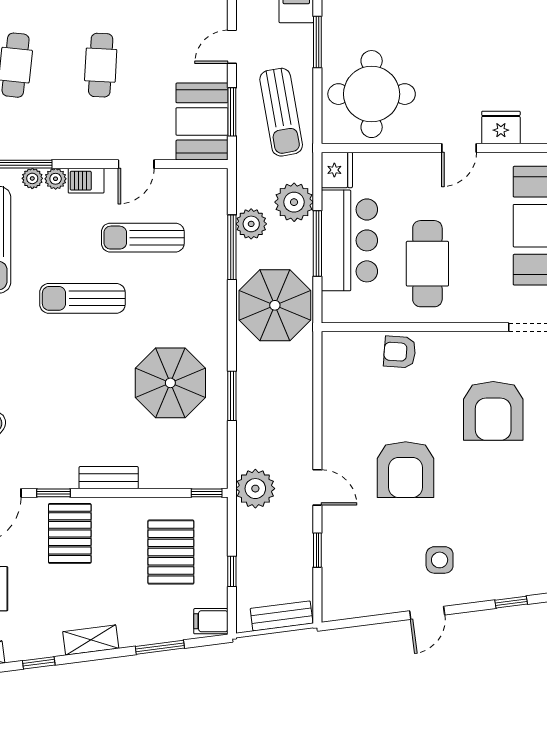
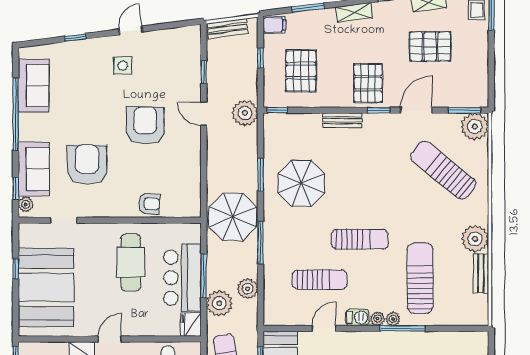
window: (232, 247) -> (260, 243), moved
parasol: (275, 305) -> (233, 217), moved

